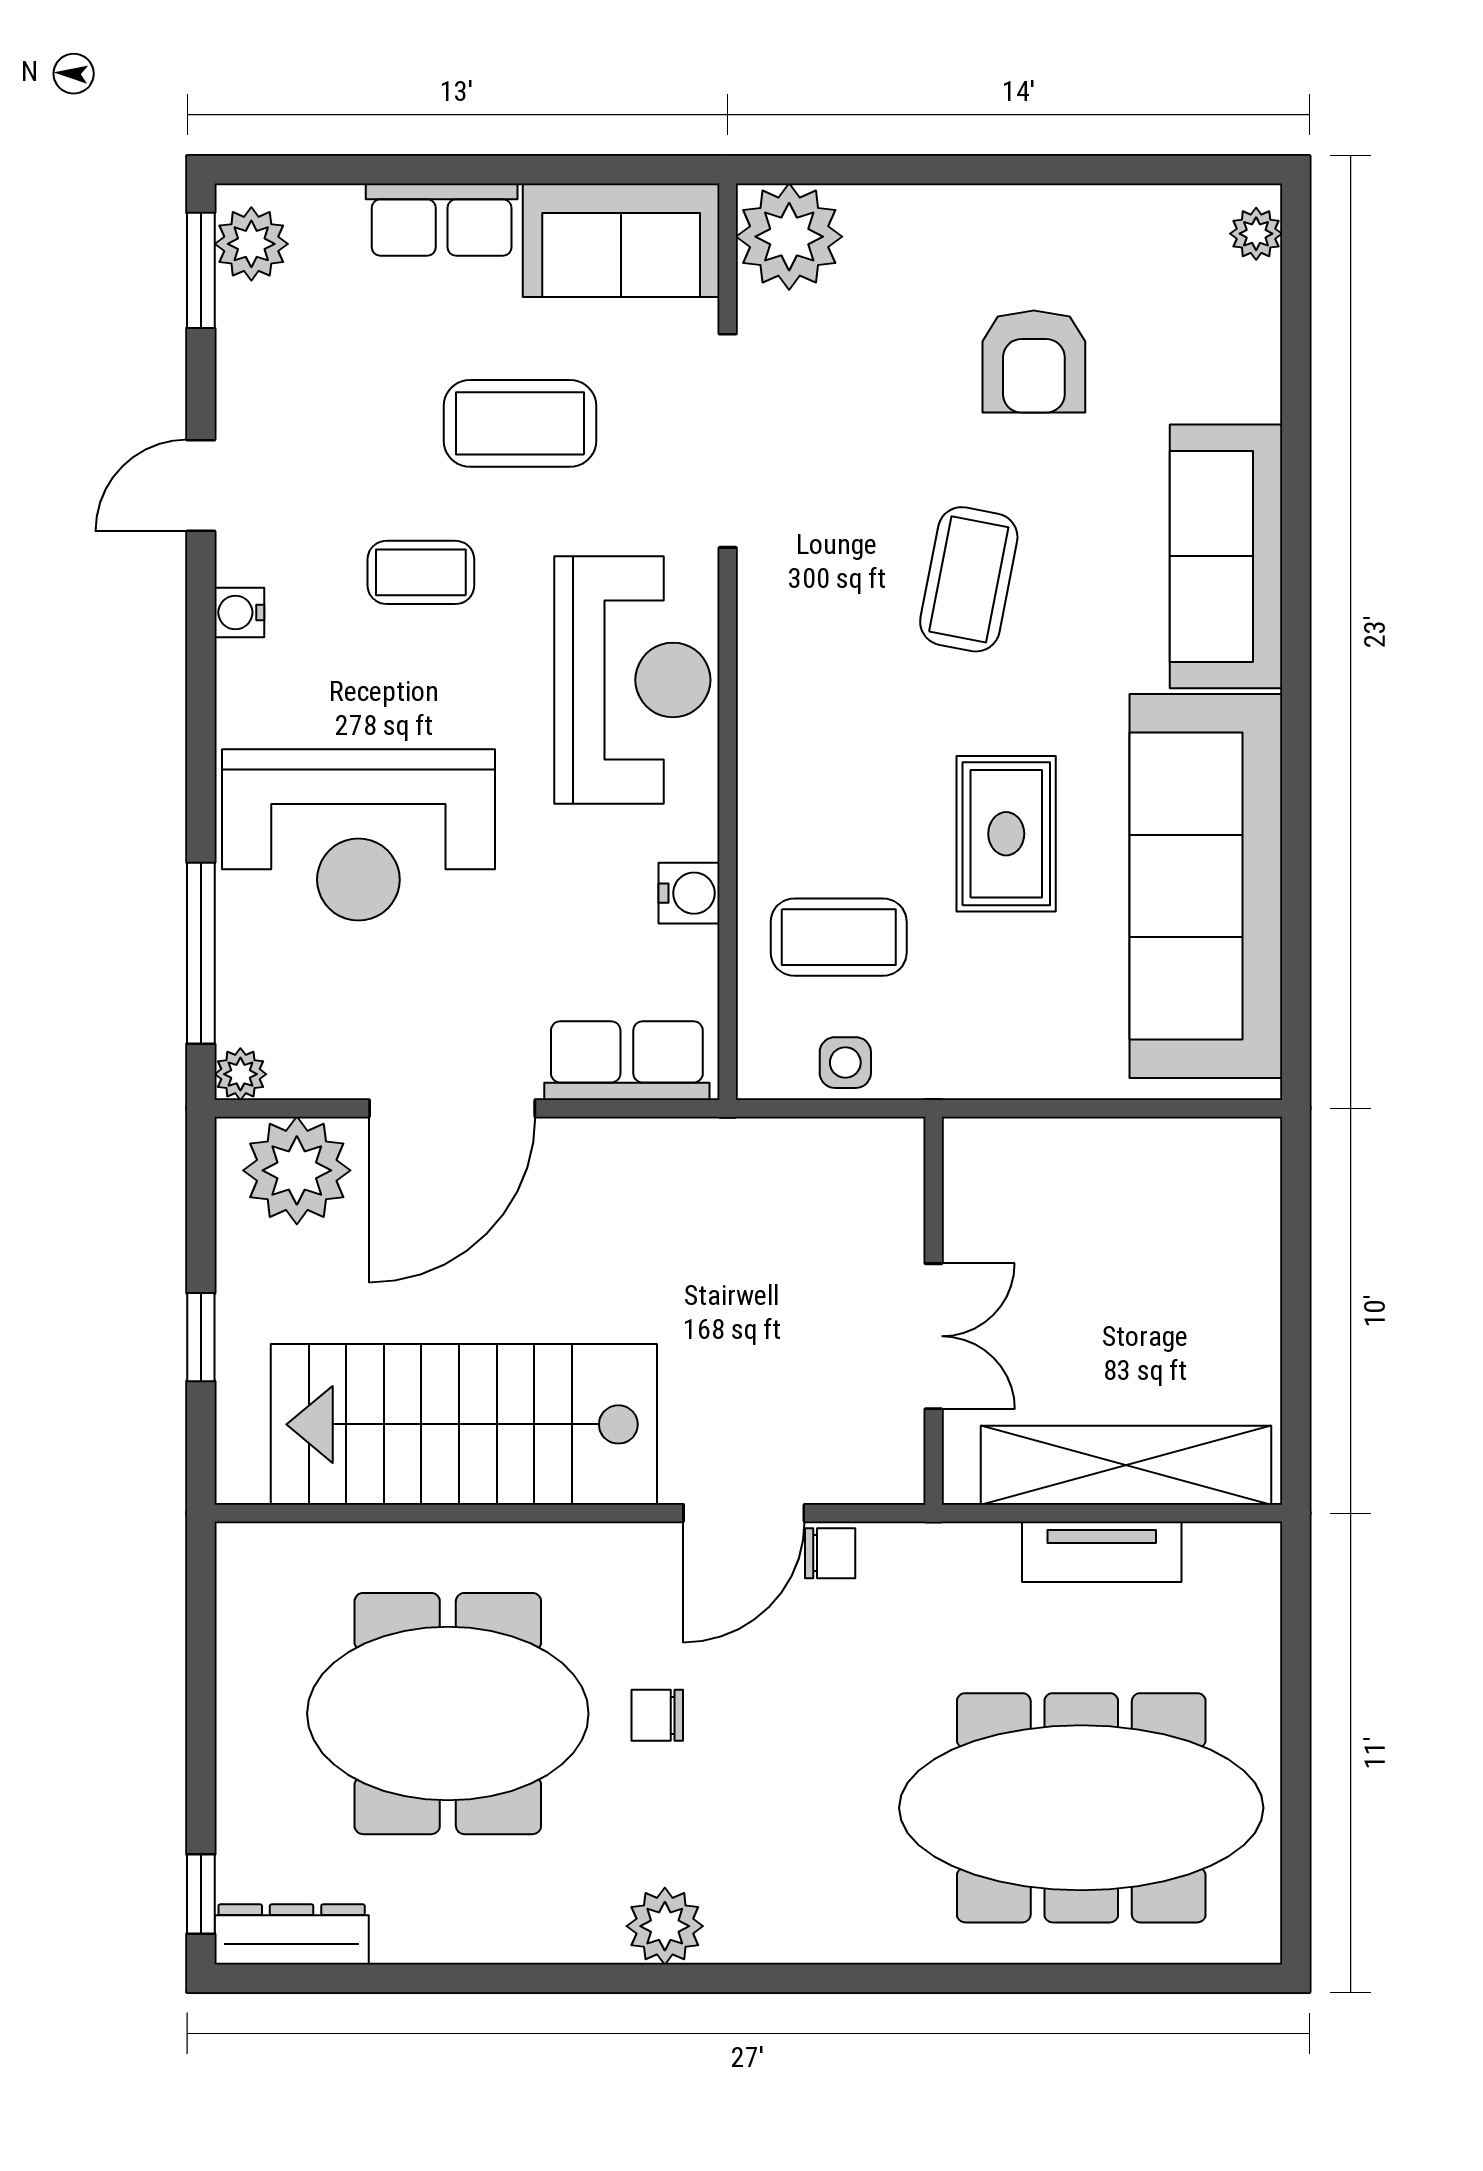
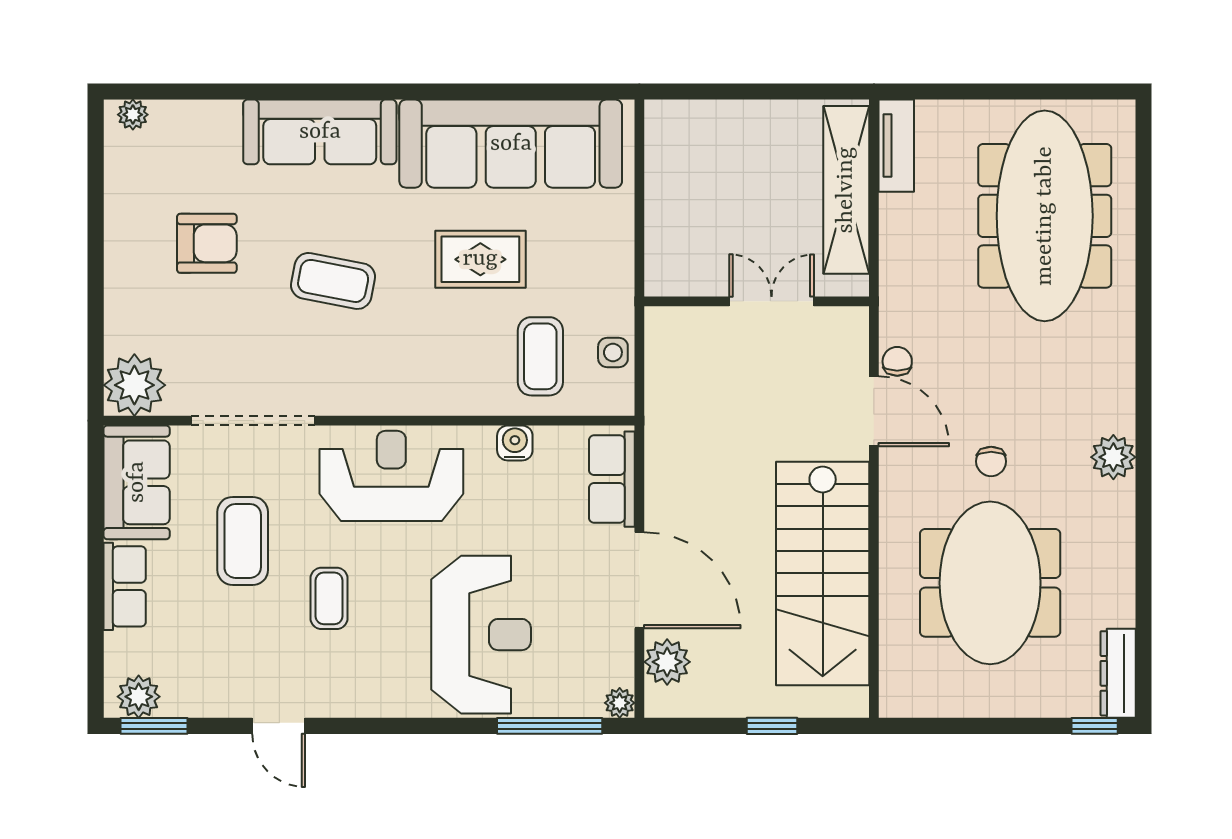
water cooler: (239, 612) -> (352, 704), removed
plant: (297, 1170) -> (667, 662), width x0.73, depth x0.73
tv unit: (1102, 1552) -> (896, 146), moved

